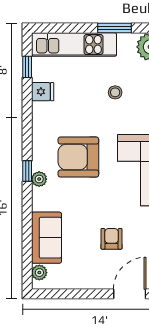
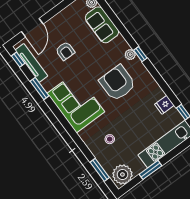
stool: (115, 92) -> (110, 139), moved
armchair: (78, 157) -> (117, 83), turned -90

